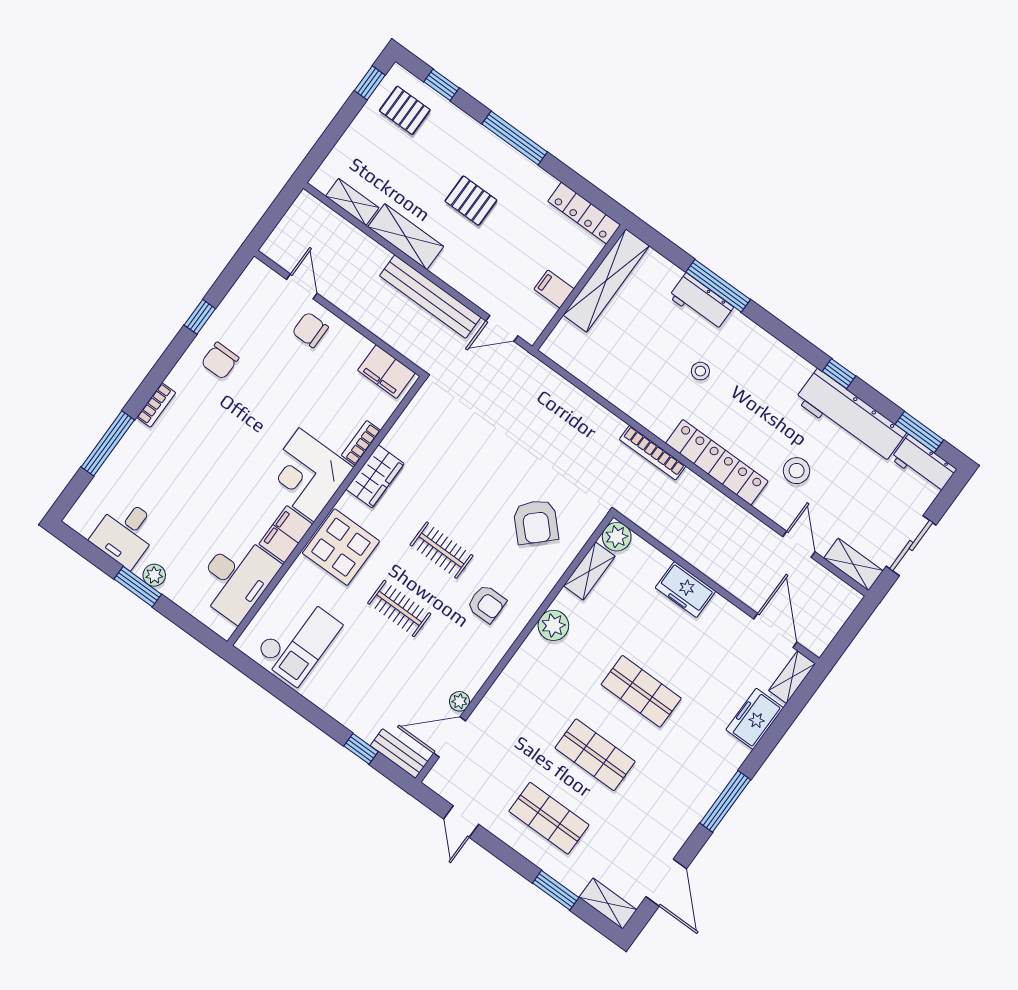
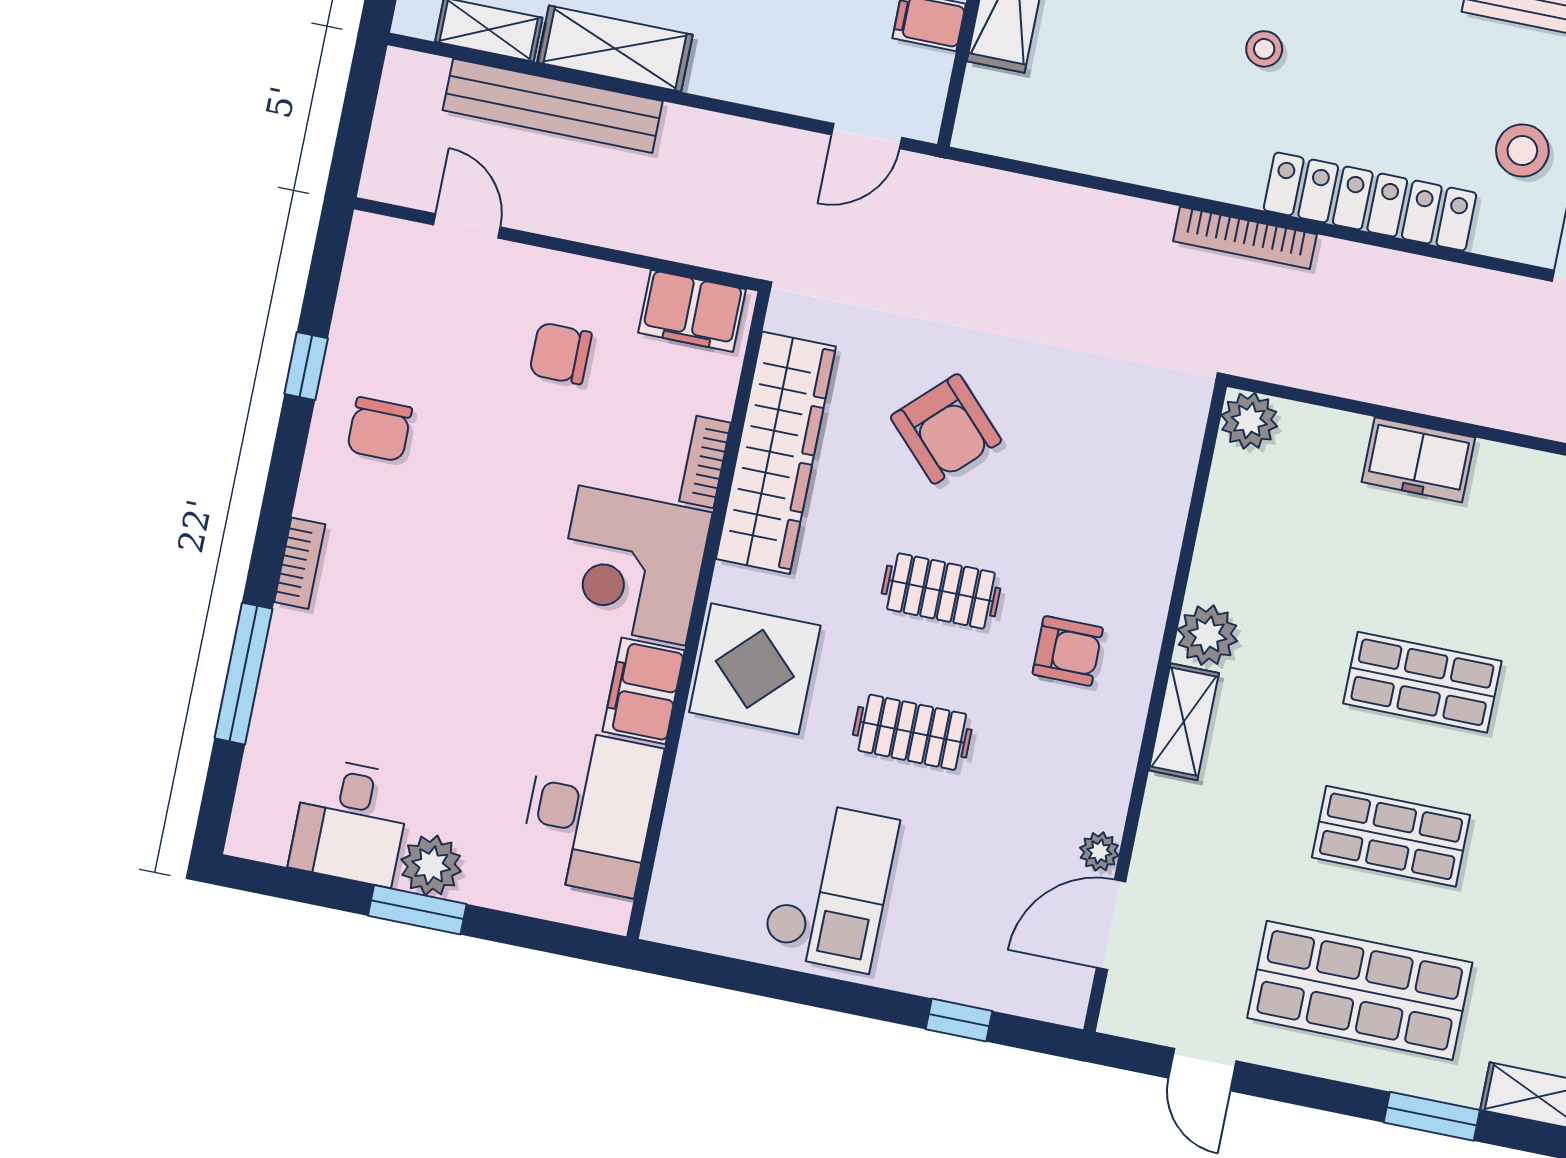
bench: (430, 297) -> (553, 106), moved
chair: (310, 330) -> (560, 353), moved
wardrobe: (375, 476) -> (776, 453), width x2.10, depth x1.17
armchair: (536, 522) -> (946, 429), moved
shelving: (589, 571) -> (1184, 722), moved
plant: (154, 575) -> (431, 865), width x1.38, depth x1.38
checkout: (298, 640) -> (830, 886), moved
bench: (399, 754) -> (1033, 997), removed
shop shelf: (549, 818) -> (1360, 990), width x1.43, depth x1.36

